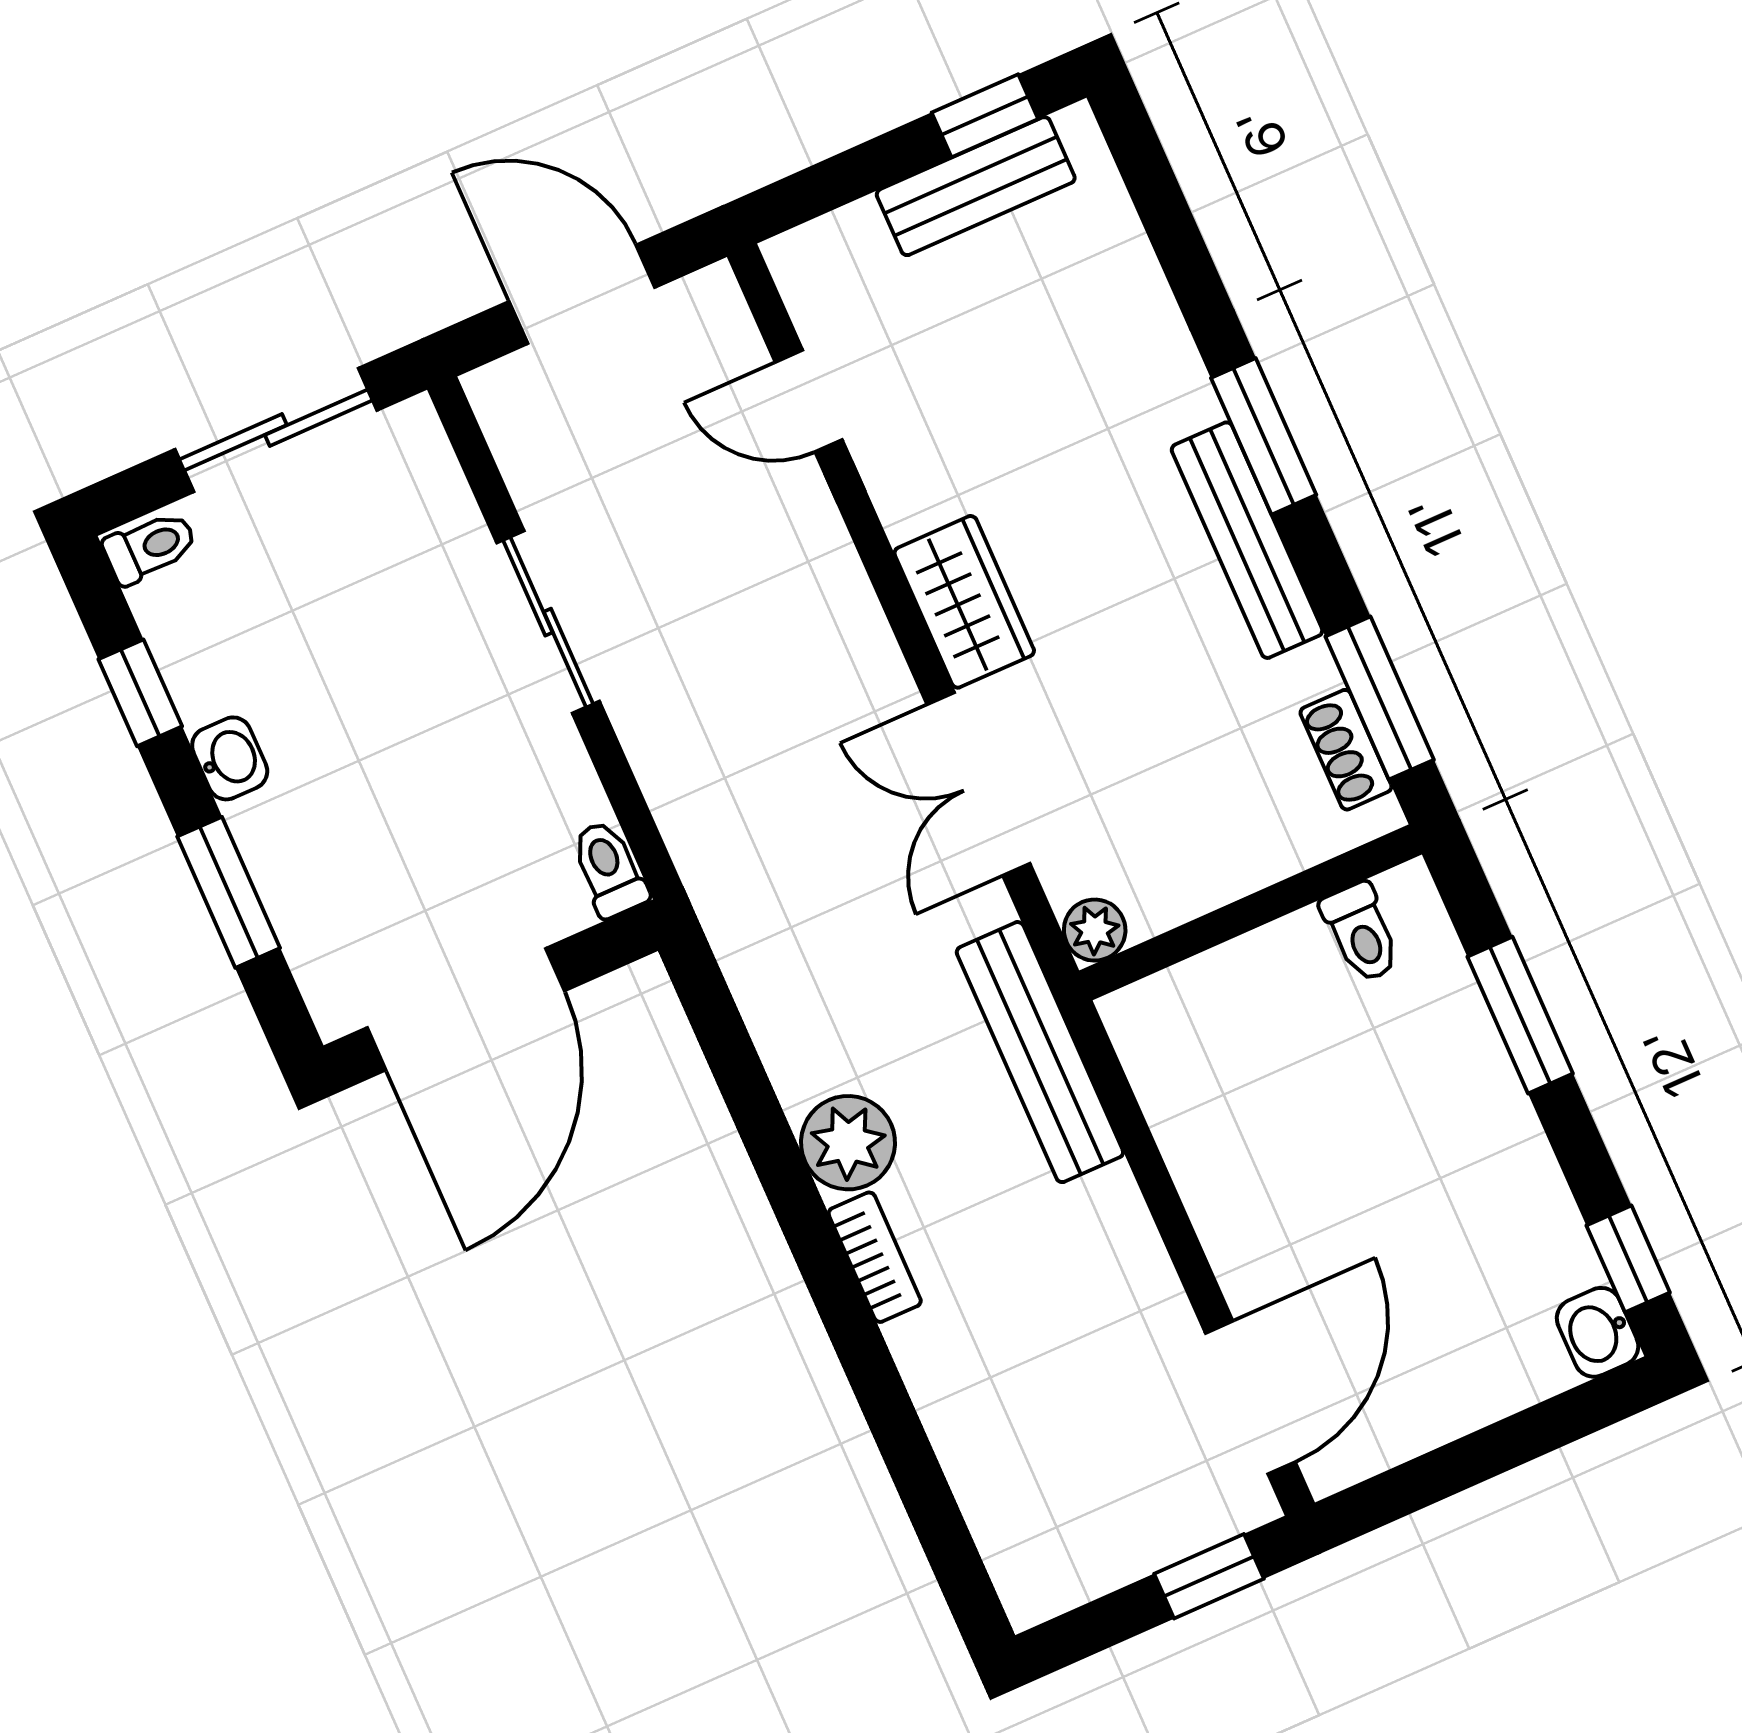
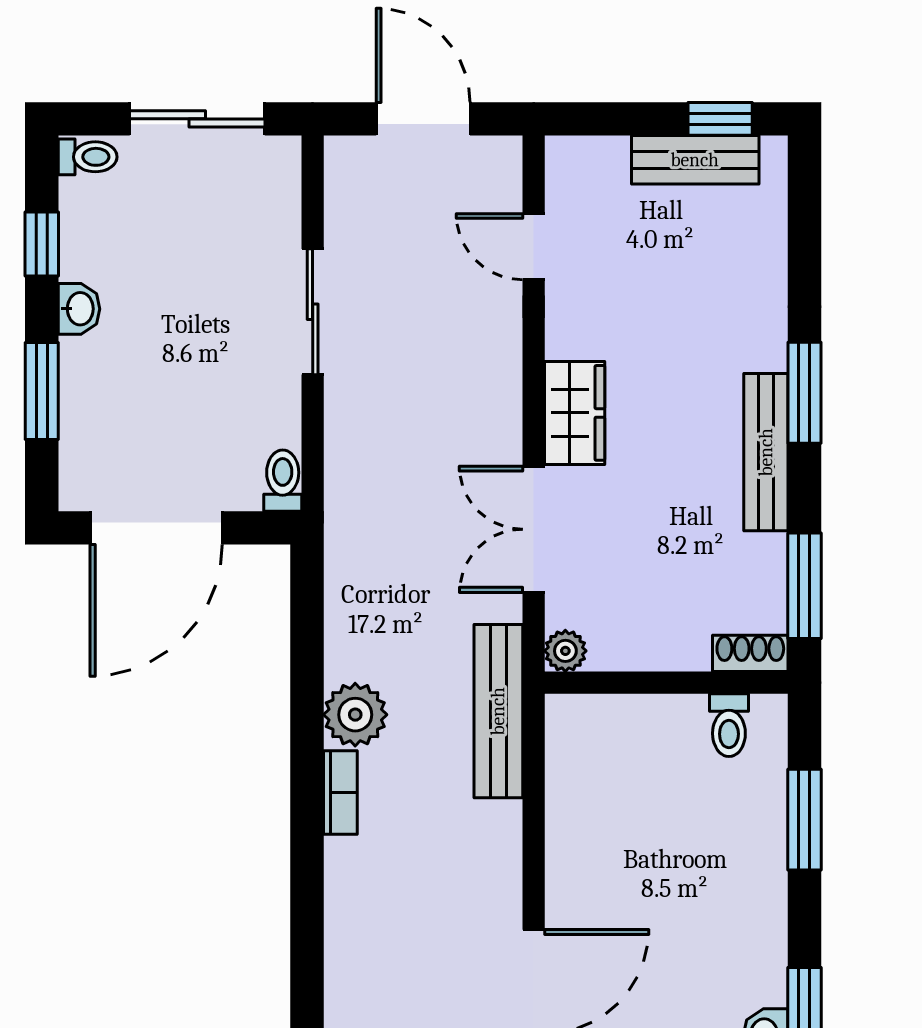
shoe rack: (1346, 750) -> (750, 653), moved, turned 90

